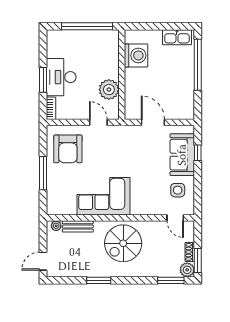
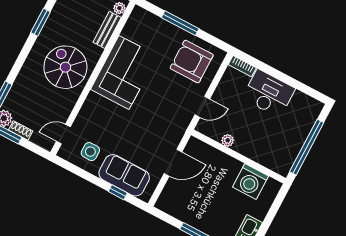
window: (43, 80) -> (276, 73), removed
plant: (109, 90) -> (228, 140), width x0.53, depth x0.53

